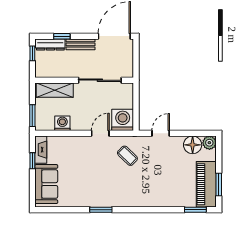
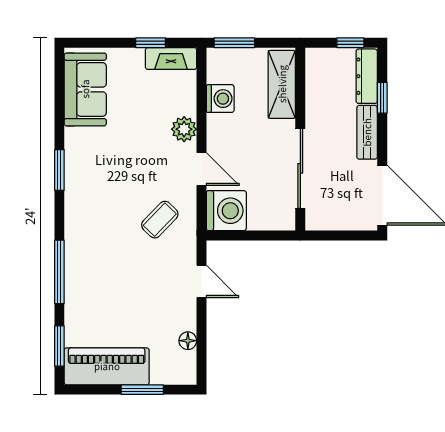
plant: (209, 143) -> (184, 129), moved
floor lamp: (193, 145) -> (188, 341), width x0.53, depth x0.53
sofa: (46, 184) -> (85, 89), moved, turned -90
window: (219, 185) -> (142, 390), moved
window: (156, 210) -> (59, 272), added

